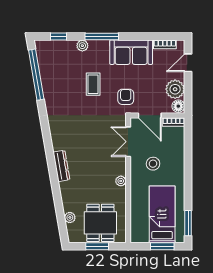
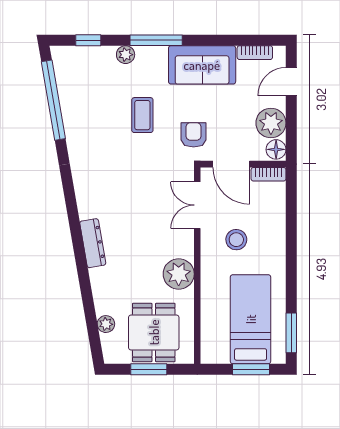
plant: (121, 181) -> (179, 274), width x1.88, depth x1.88

